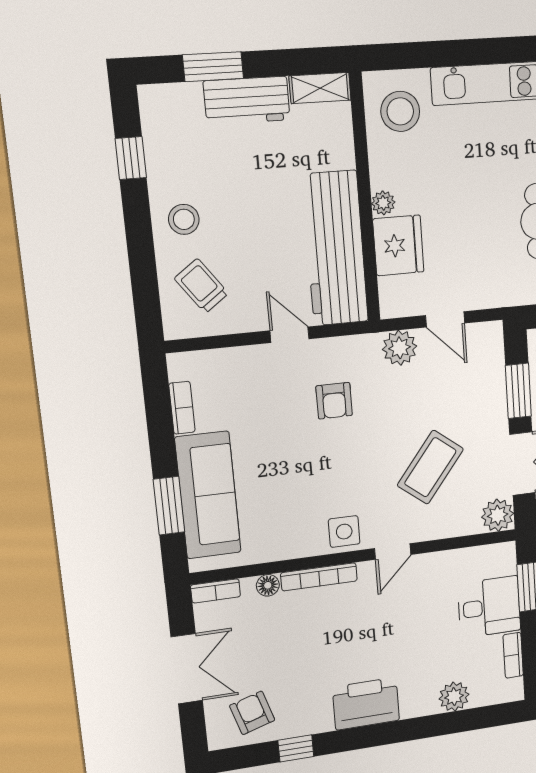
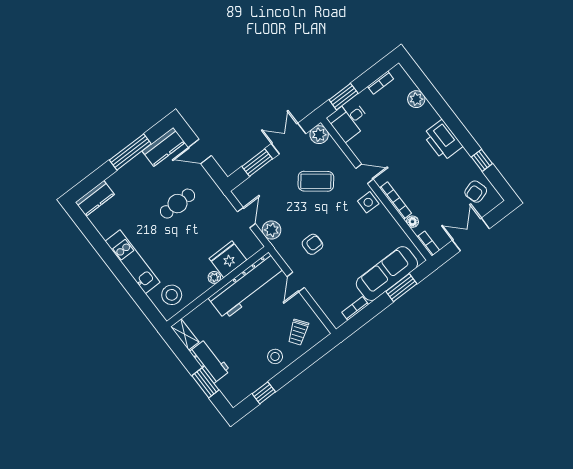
desk: (489, 607) -> (349, 120), moved, turned -90

